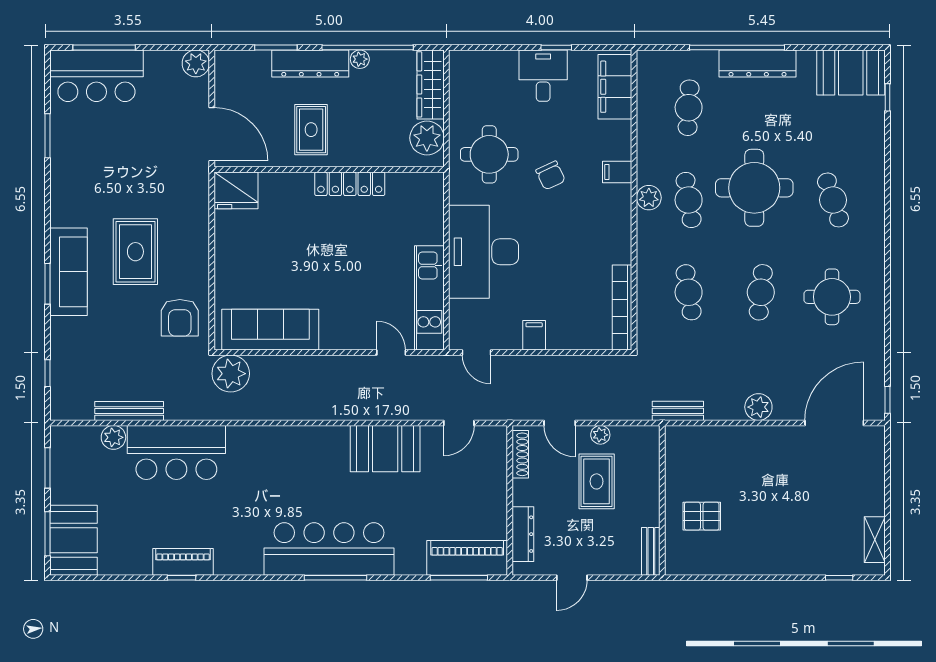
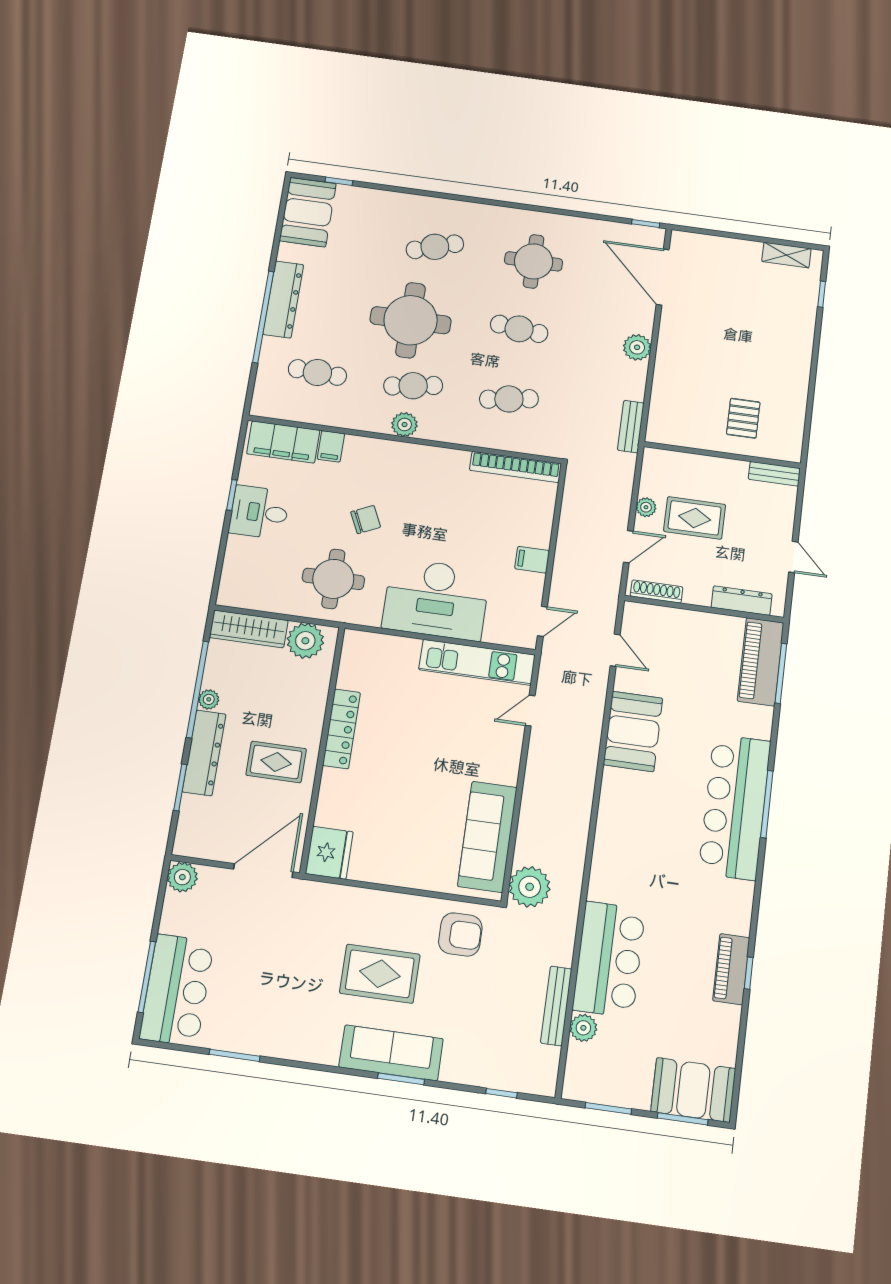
filing cabinet: (617, 172) -> (331, 446), moved

